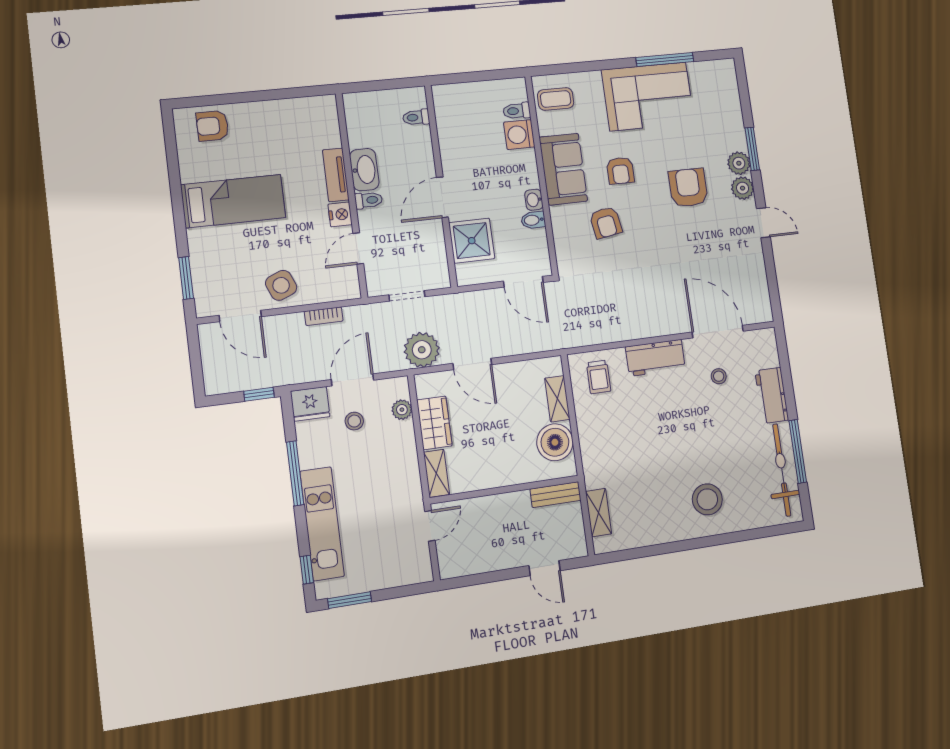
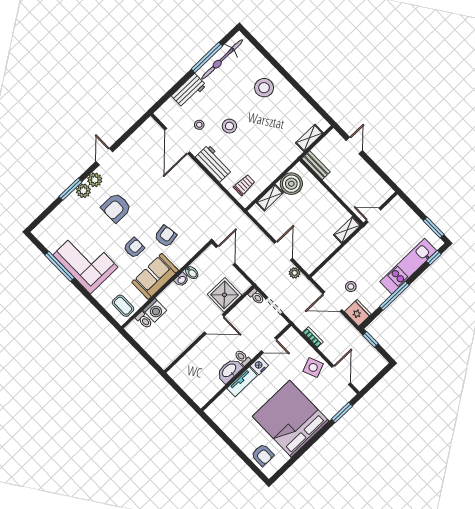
toilet: (416, 117) -> (256, 297), moved
bed: (233, 201) -> (291, 419), width x2.04
plant: (422, 350) -> (295, 273), width x0.53, depth x0.53
plant: (402, 410) -> (329, 268), removed
stool: (689, 415) -> (229, 126), added
wardrobe: (434, 423) -> (324, 248), removed

